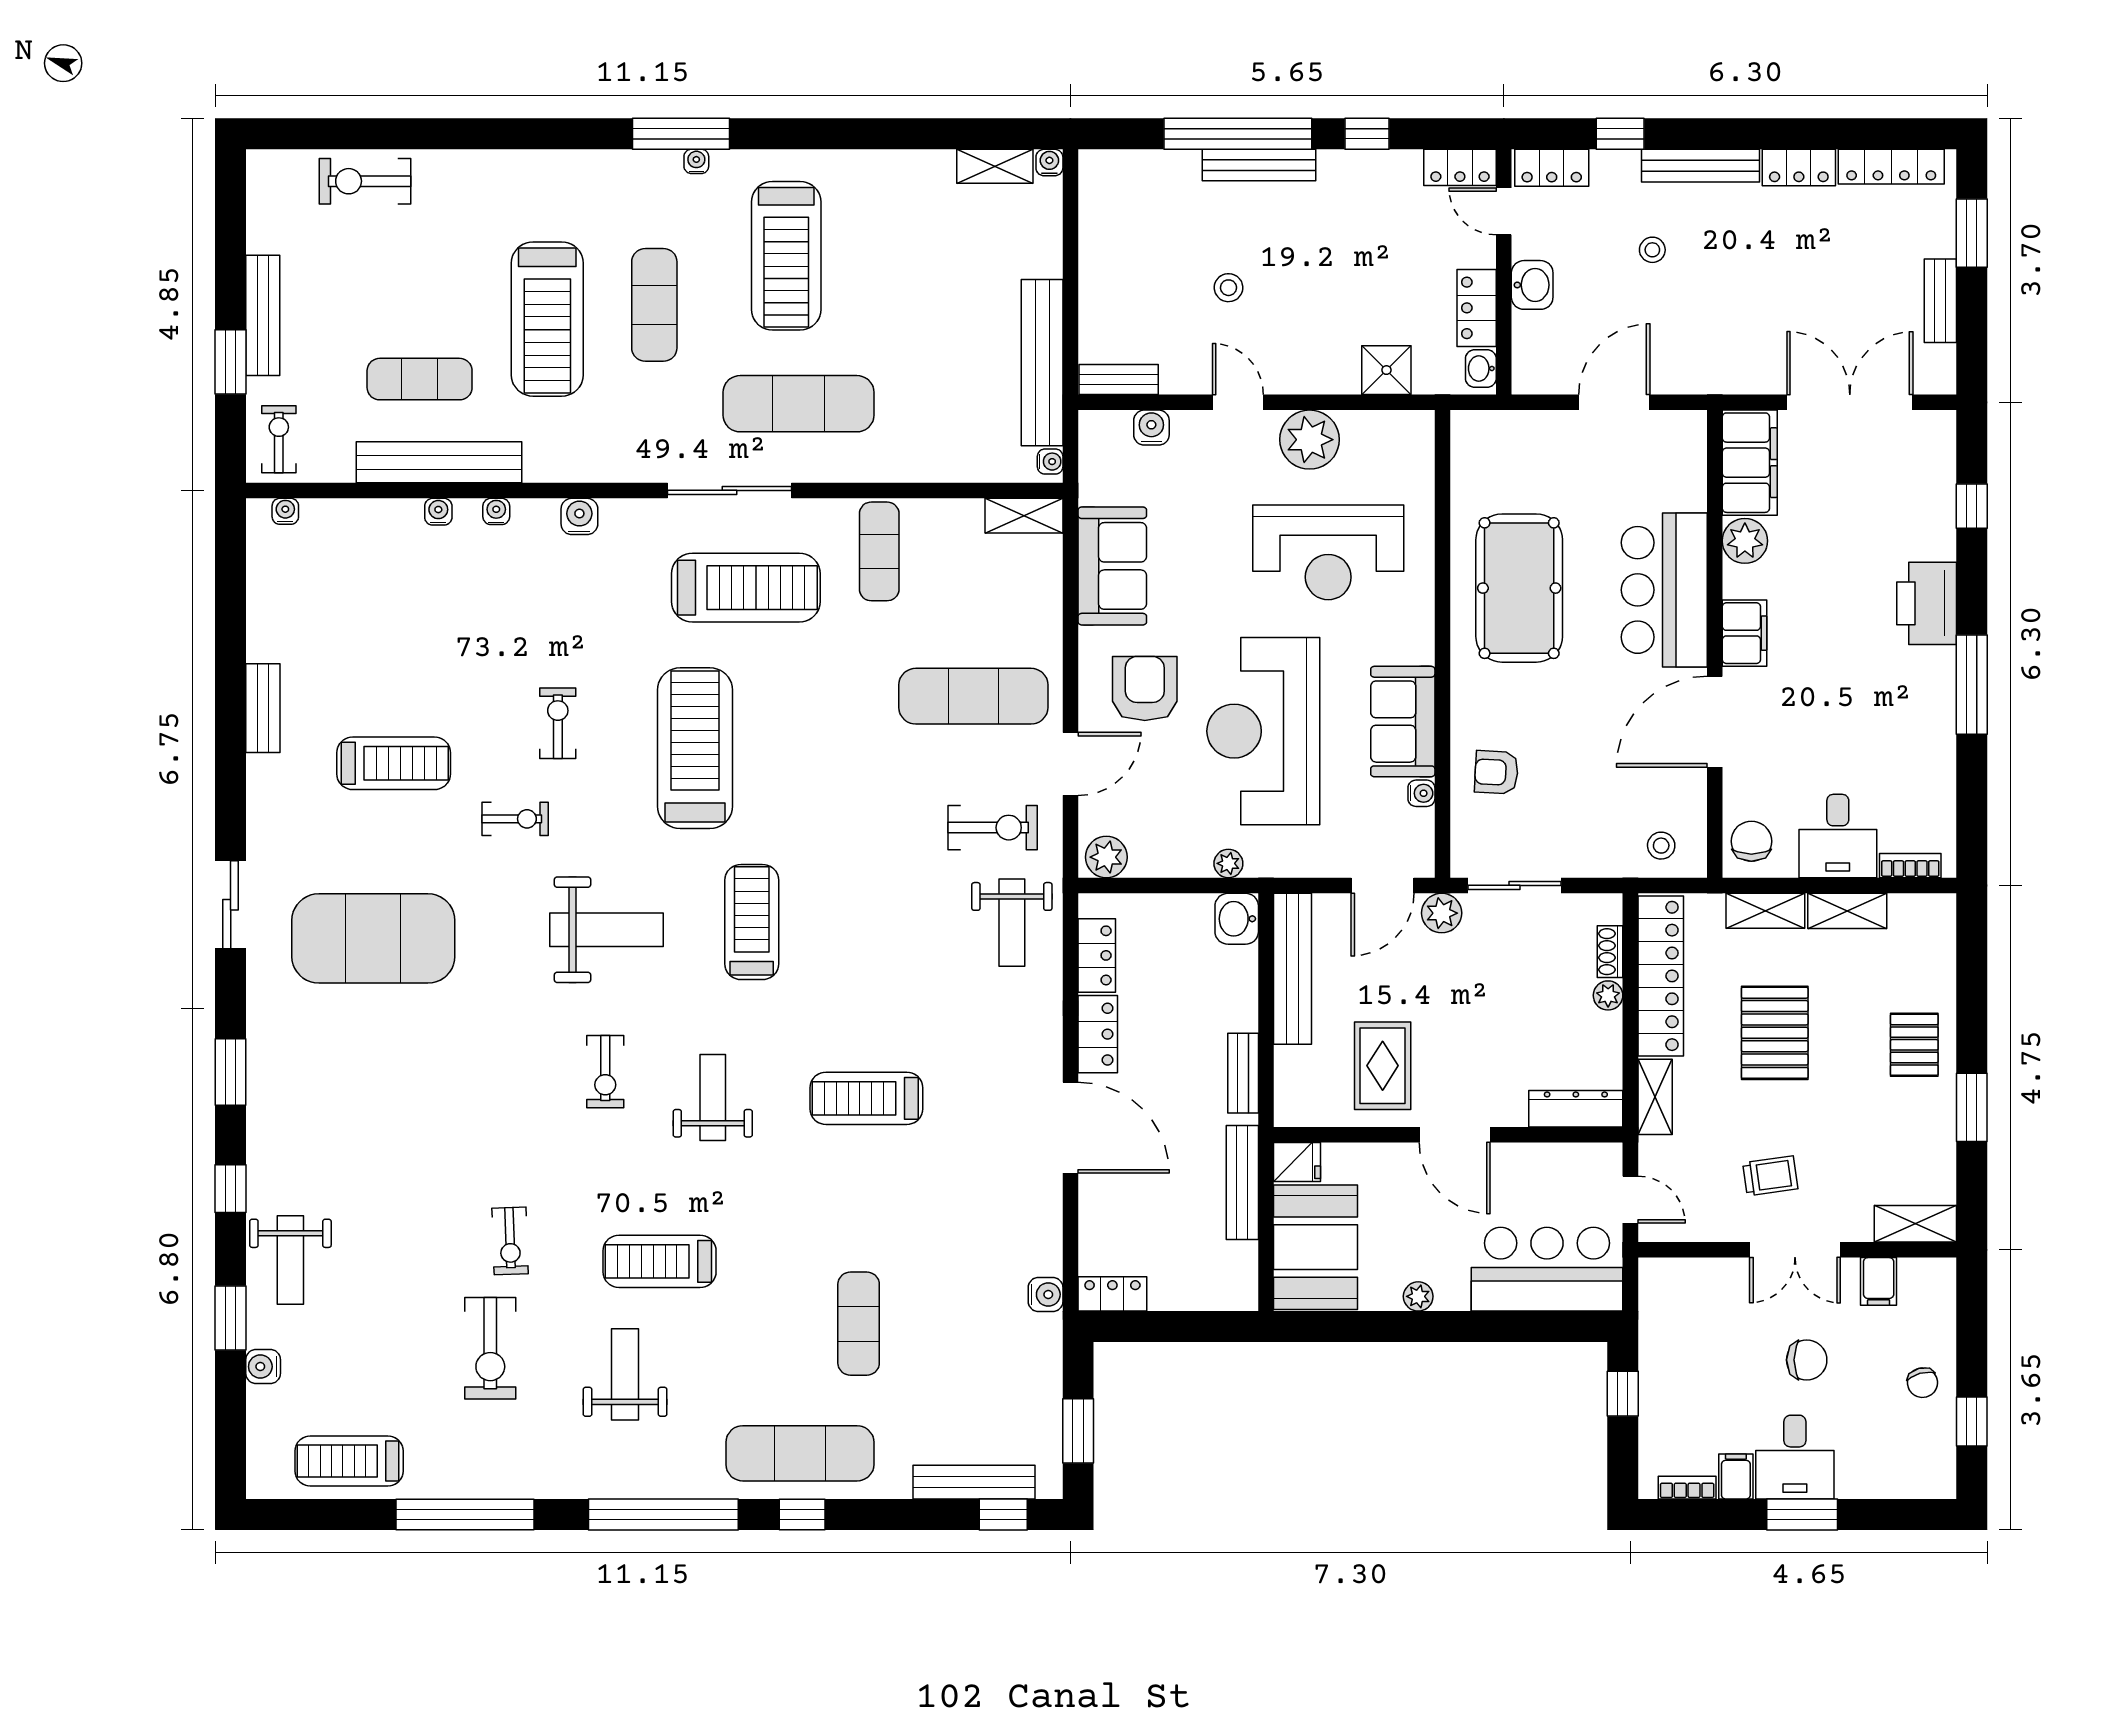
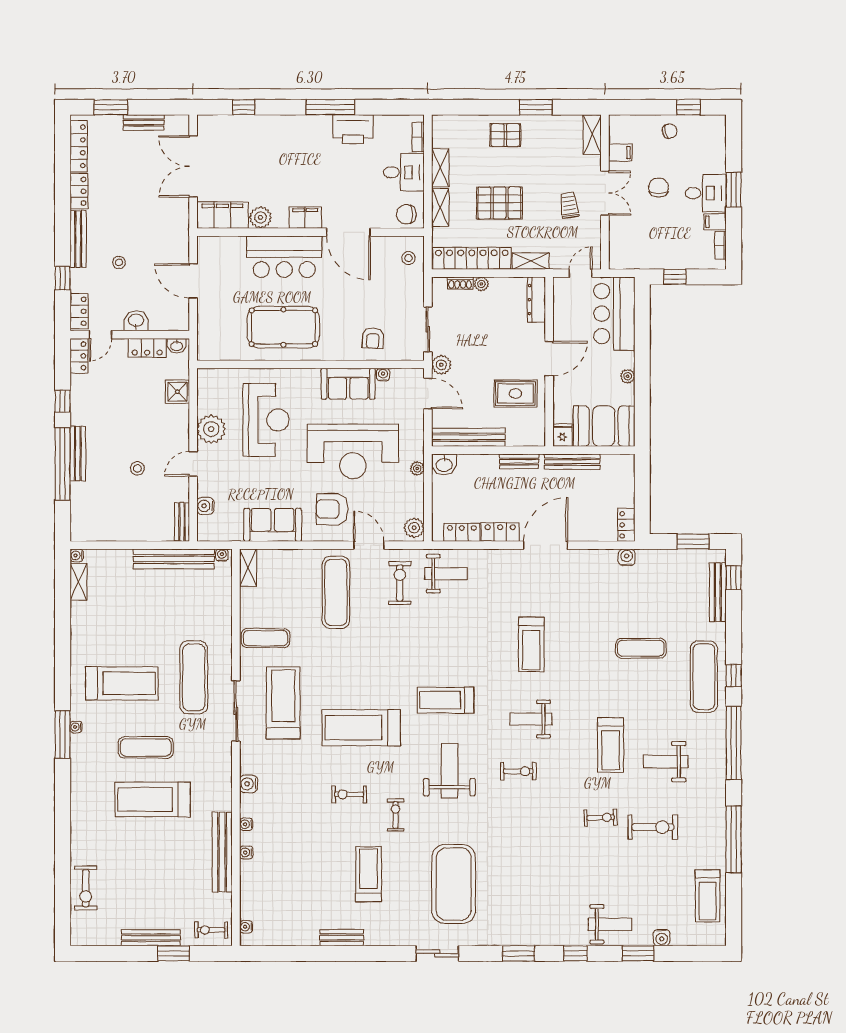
treadmill: (547, 319) -> (153, 799), turned 180
exercise mat: (420, 379) -> (182, 862), removed
printer: (1927, 603) -> (353, 129), moved

